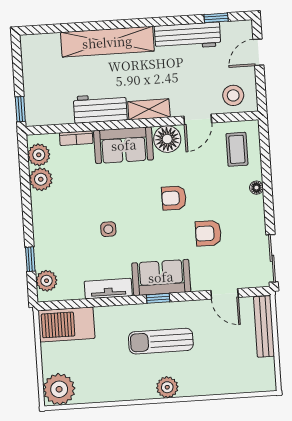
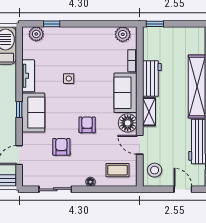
plant: (41, 179) -> (106, 35), removed
sliding door: (272, 258) -> (55, 189), moved

